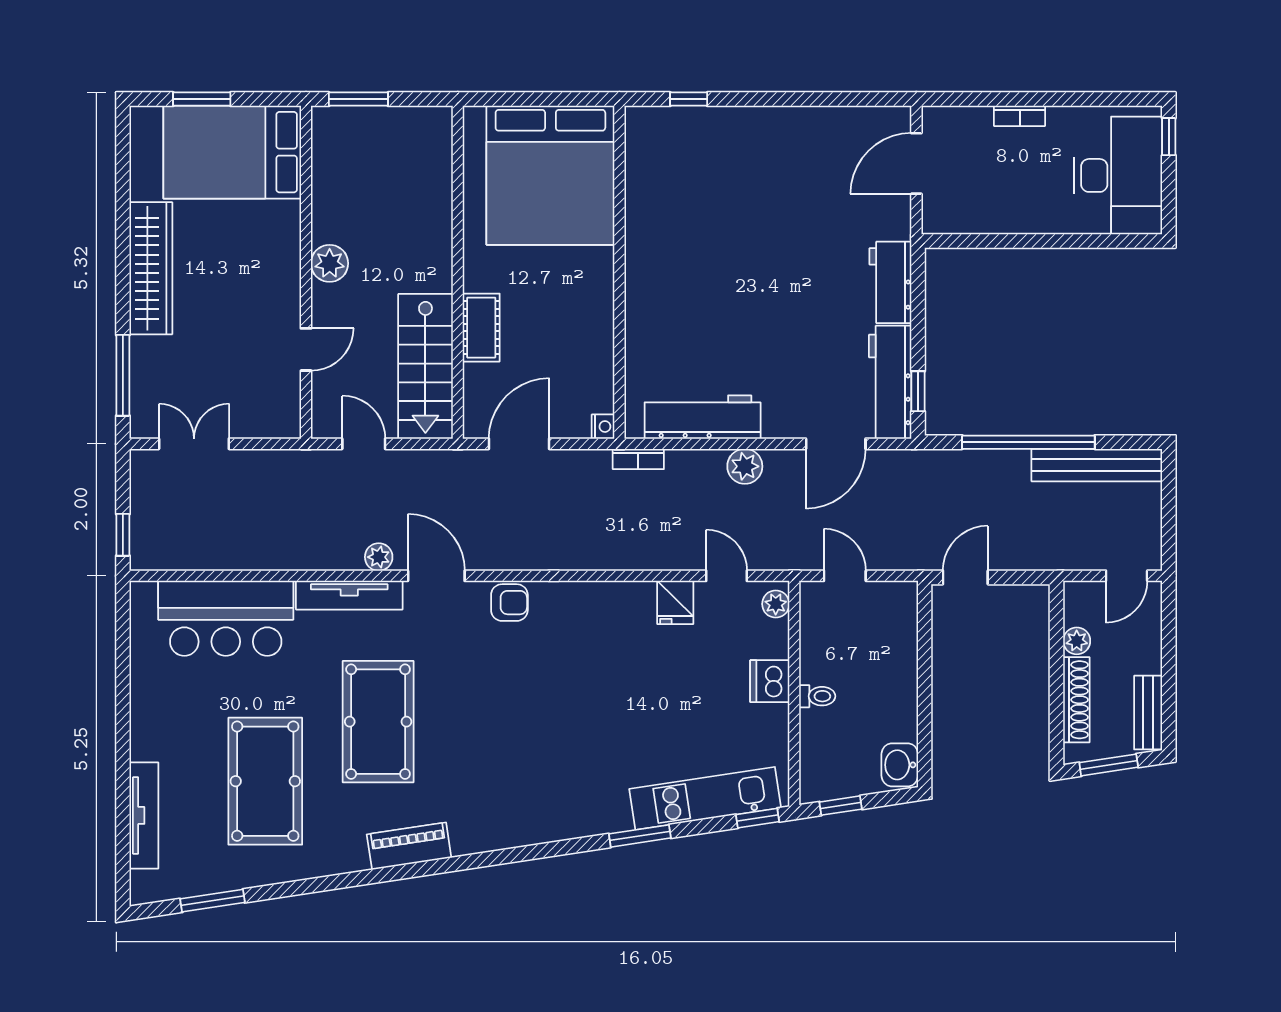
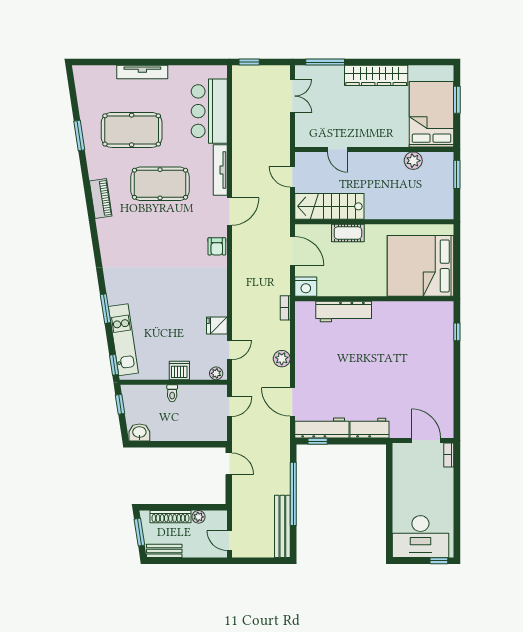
bookcase: (1020, 116) -> (449, 455), moved
plant: (330, 263) -> (413, 161), moved
workbench: (703, 417) -> (344, 312), moved, turned 90
nightstand: (603, 427) -> (306, 287), width x1.89, depth x1.79
door: (364, 444) -> (292, 177), swing flipped
plant: (379, 557) -> (239, 184), removed
tv unit: (144, 815) -> (142, 72), moved
window: (213, 901) -> (79, 135), moved

